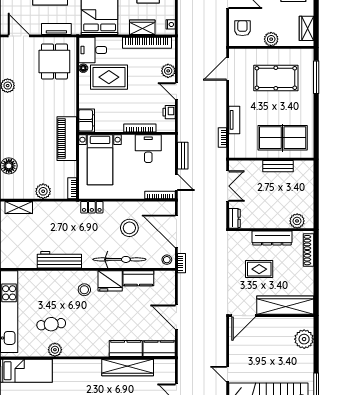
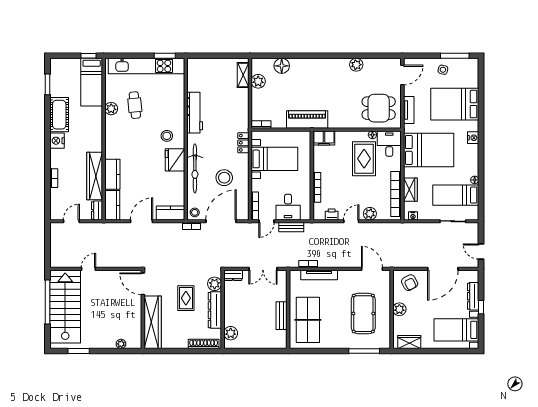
armchair: (242, 28) -> (410, 283), turned 62
tv unit: (234, 120) -> (319, 275), width x1.41
desk: (148, 149) -> (288, 207), moved, turned 90
bed with nightstands: (100, 160) -> (274, 159), moved, turned 180
plant: (43, 191) -> (258, 81), moved
plant: (244, 238) -> (215, 284), added
kitchen counter: (138, 278) -> (170, 213), moved, turned 90
plant: (304, 339) -> (121, 344), width x0.53, depth x0.53
dresser: (165, 365) -> (97, 210), added

